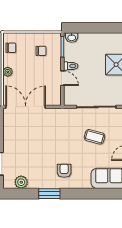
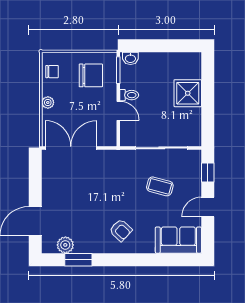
chair: (41, 51) -> (91, 75), width x1.87, depth x1.87
armchair: (64, 171) -> (121, 230), turned 133
window: (49, 194) -> (78, 260), moved

